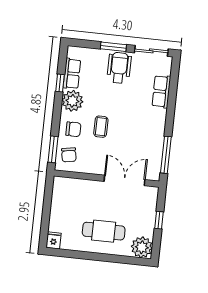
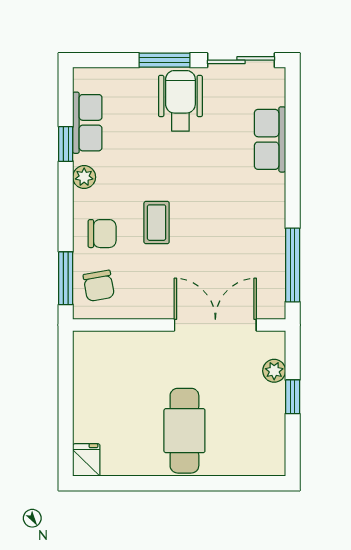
plant: (72, 101) -> (84, 177), width x0.53, depth x0.53
cafe table: (104, 231) -> (184, 431), turned 90
plant: (142, 247) -> (274, 371), moved, width x0.53, depth x0.53

